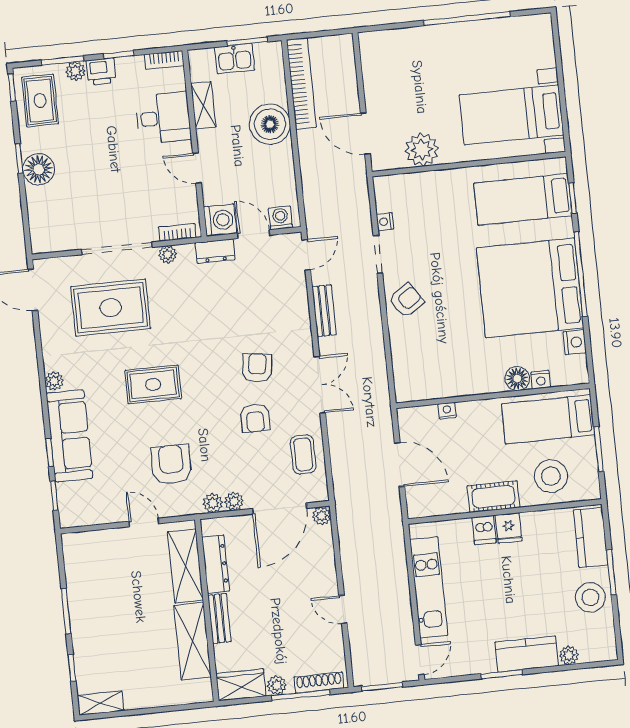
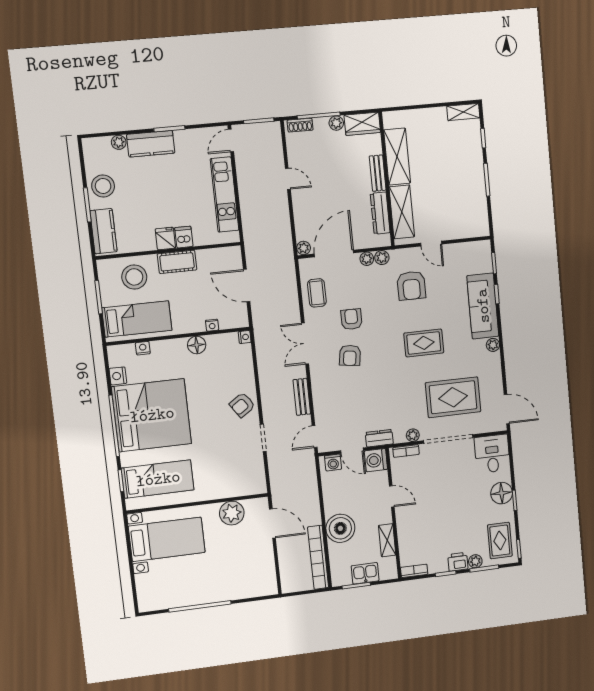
desk: (163, 118) -> (492, 454), moved, turned 90
nightstand: (385, 222) -> (245, 337), moved
floor lamp: (517, 379) -> (197, 345), moved
shoe rack: (319, 682) -> (300, 125), width x0.70

